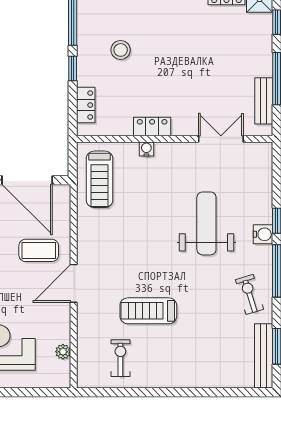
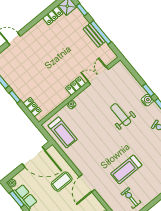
stool: (121, 50) -> (28, 73), removed
bench: (264, 101) -> (94, 35), moved
locker: (152, 126) -> (76, 86), moved
weight bench: (206, 223) -> (121, 115), width x0.73, depth x0.75

